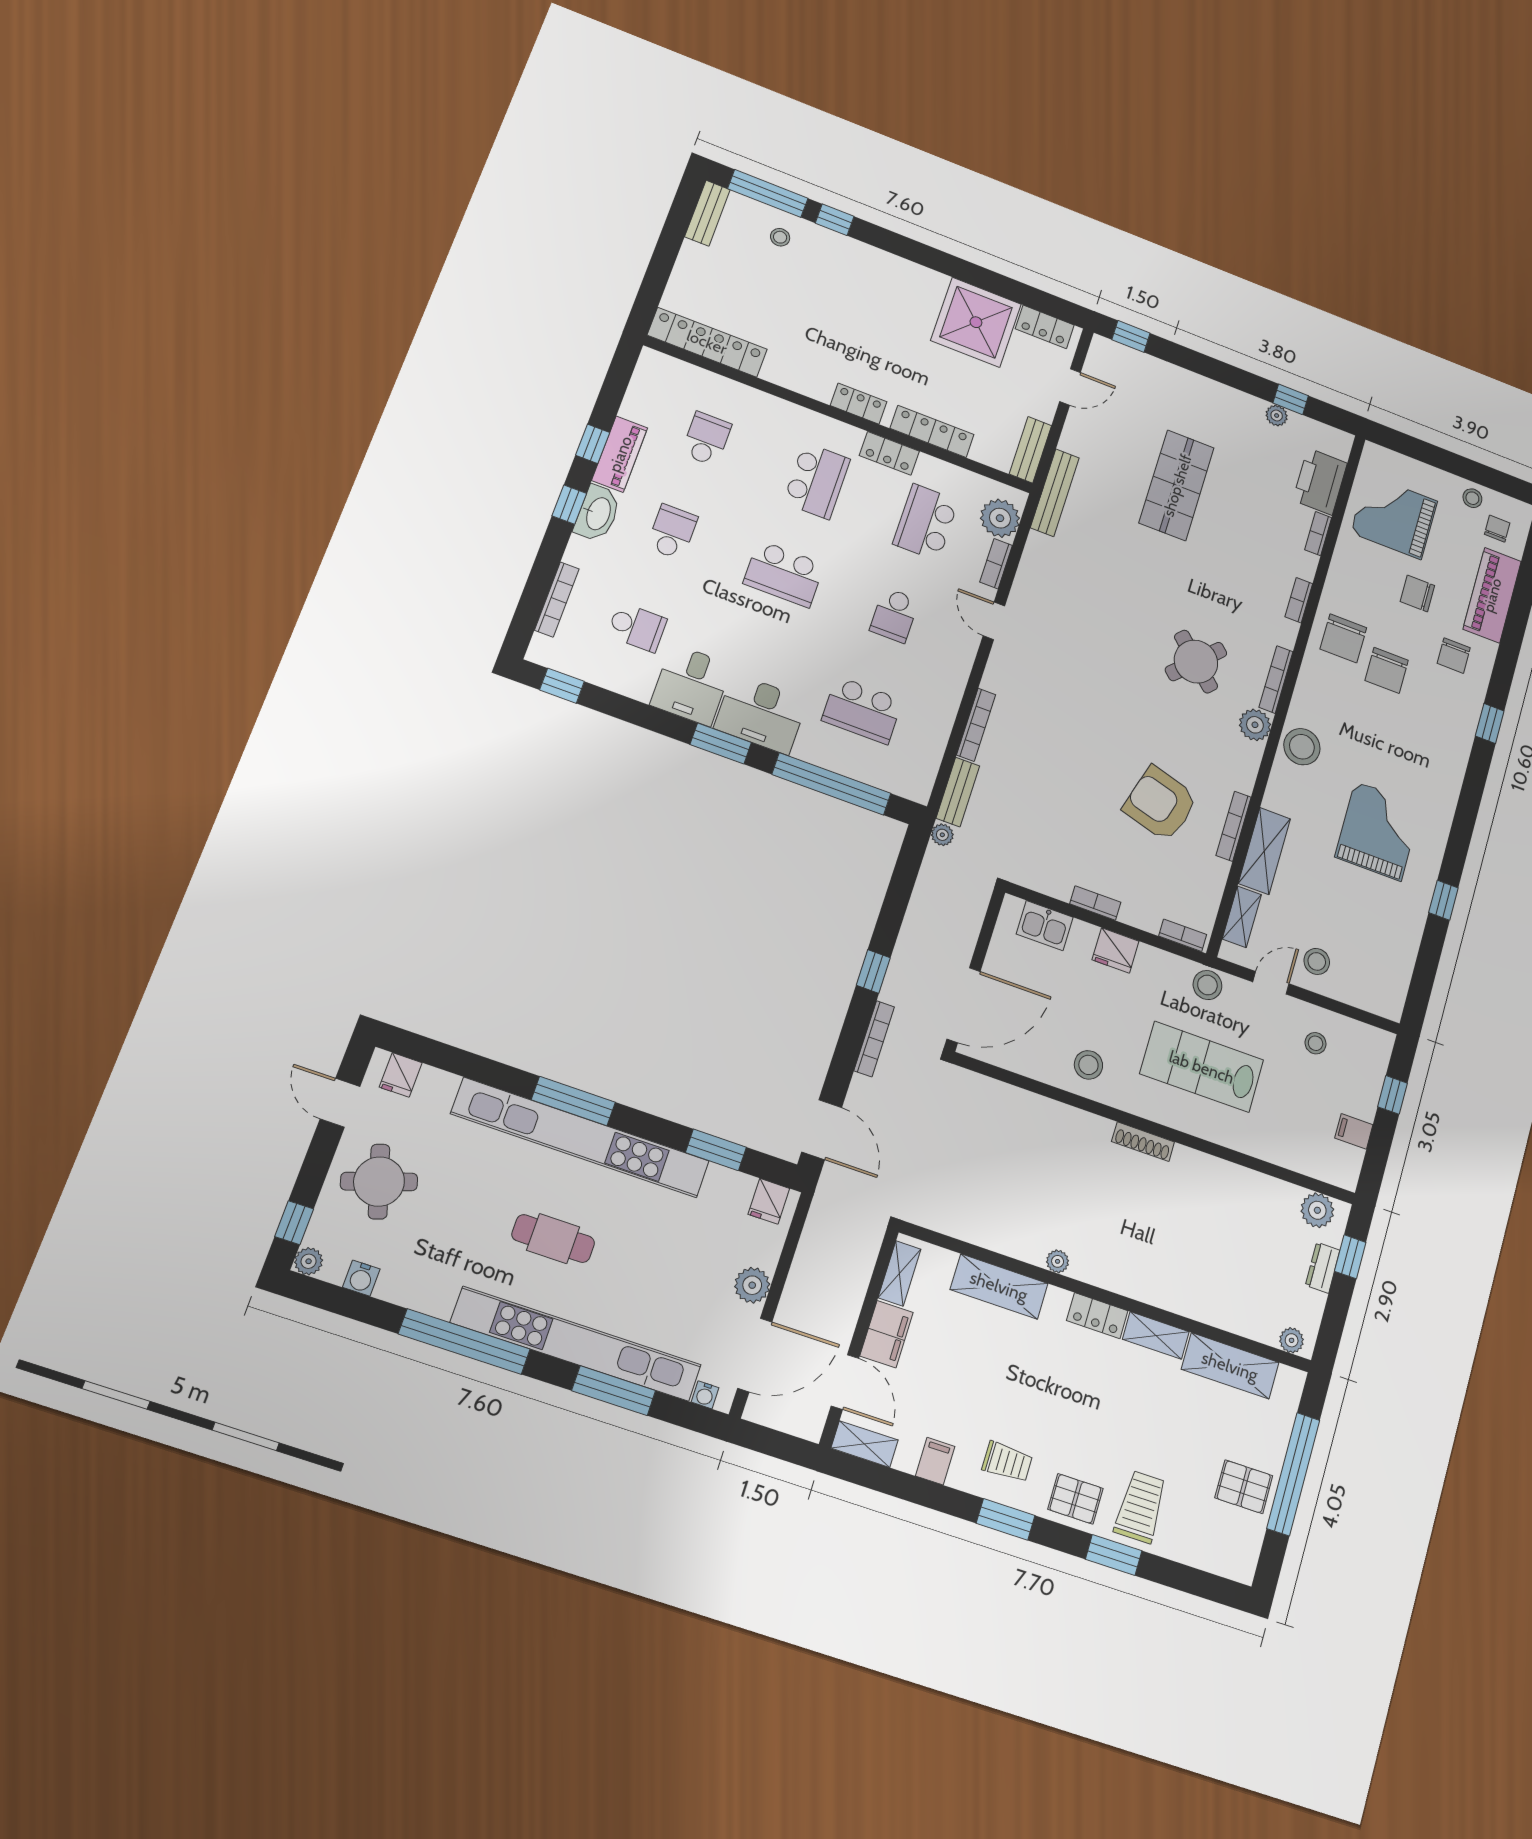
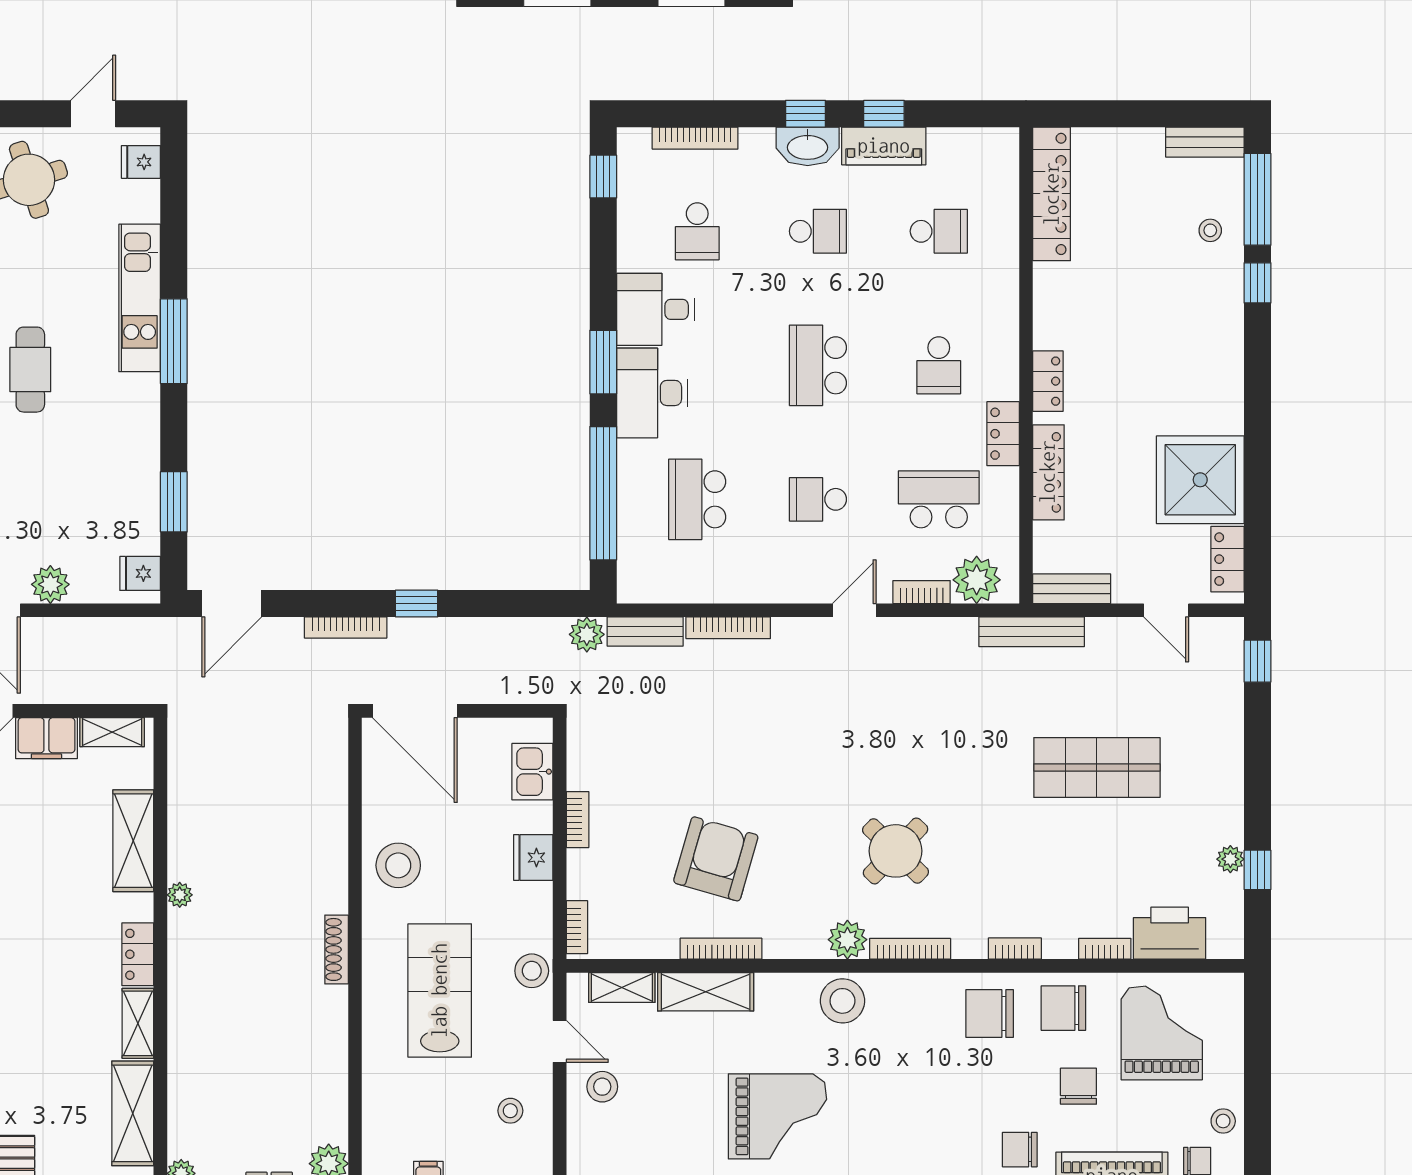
school desk: (817, 481) -> (939, 365), width x0.54
chair: (1387, 670) -> (1063, 1008), moved
plant: (942, 835) -> (587, 634), width x1.38, depth x1.38
stool: (1088, 1065) -> (398, 865), width x1.38, depth x1.38
kitchen unit: (581, 1138) -> (140, 298), width x0.54

